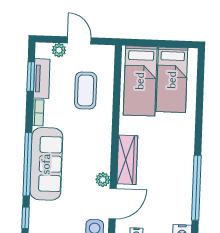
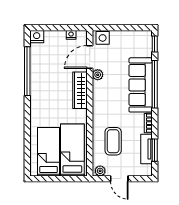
plant: (59, 50) -> (100, 171), moved

